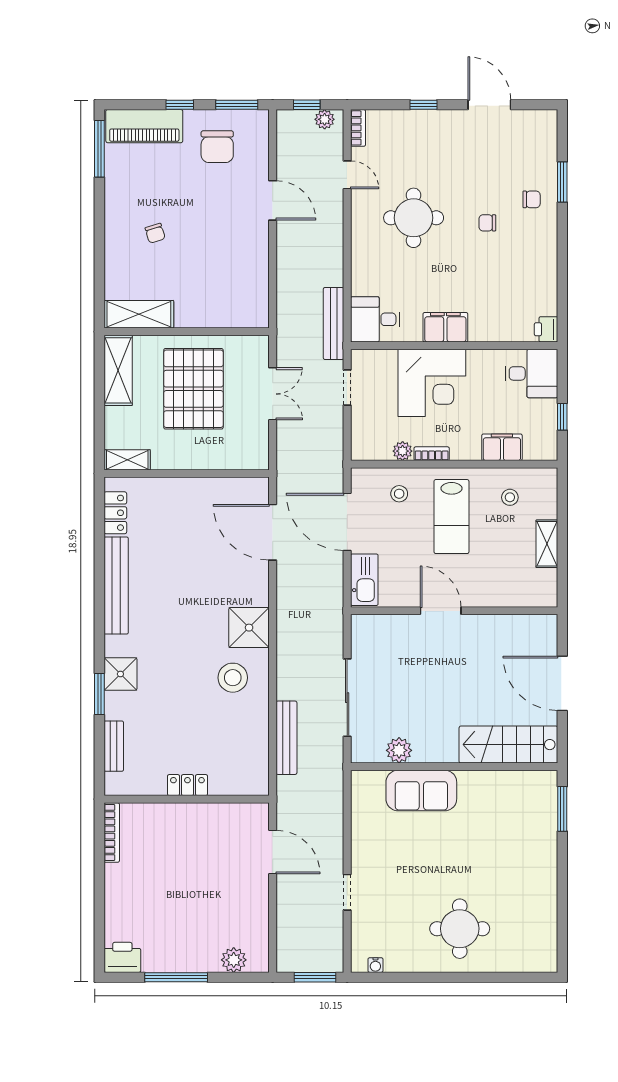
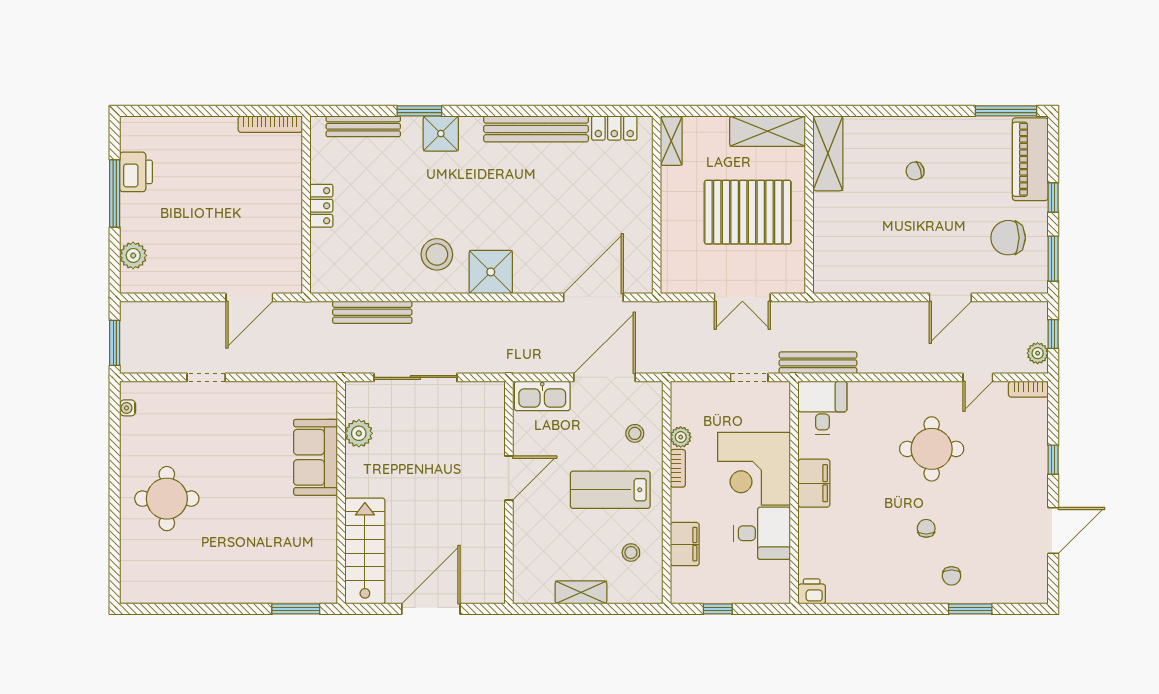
desk: (531, 373) -> (762, 533), moved, turned -90
bench: (114, 746) -> (363, 126), width x1.36
printer: (122, 957) -> (136, 172), moved

